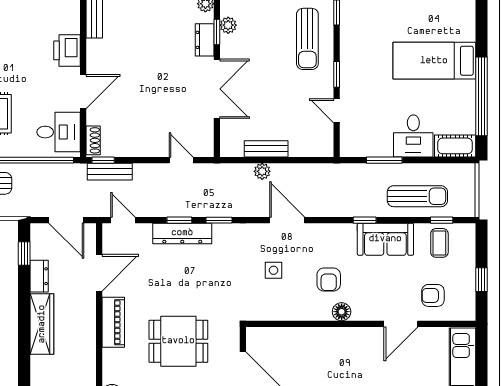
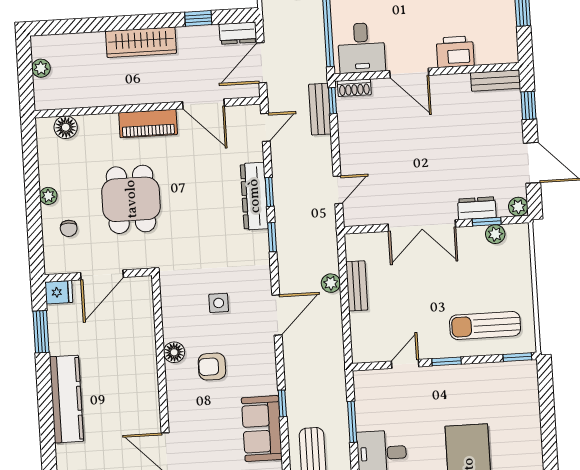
window: (24, 254) -> (198, 18), moved
dresser: (39, 276) -> (238, 33), moved
floor lamp: (342, 312) -> (174, 352), moved

